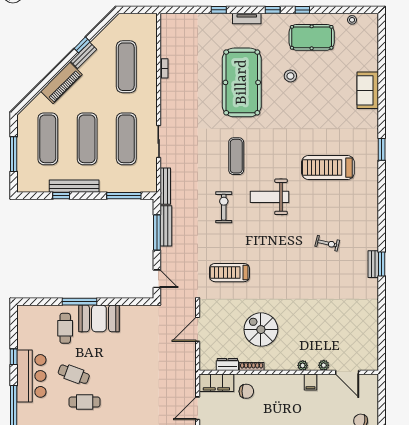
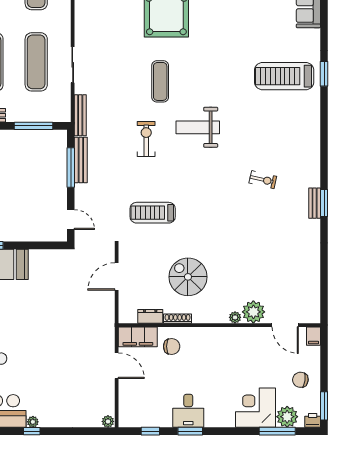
treadmill: (328, 168) -> (284, 76), moved
plant: (324, 365) -> (253, 312), width x1.87, depth x1.87
filing cabinet: (310, 382) -> (313, 336), moved
door: (198, 408) -> (117, 366), swing flipped

